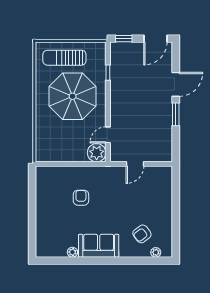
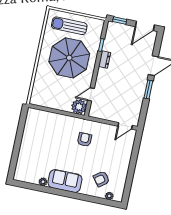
dresser: (115, 89) -> (105, 60), added
door: (135, 164) -> (125, 126), moved
armchair: (81, 198) -> (85, 140), moved

